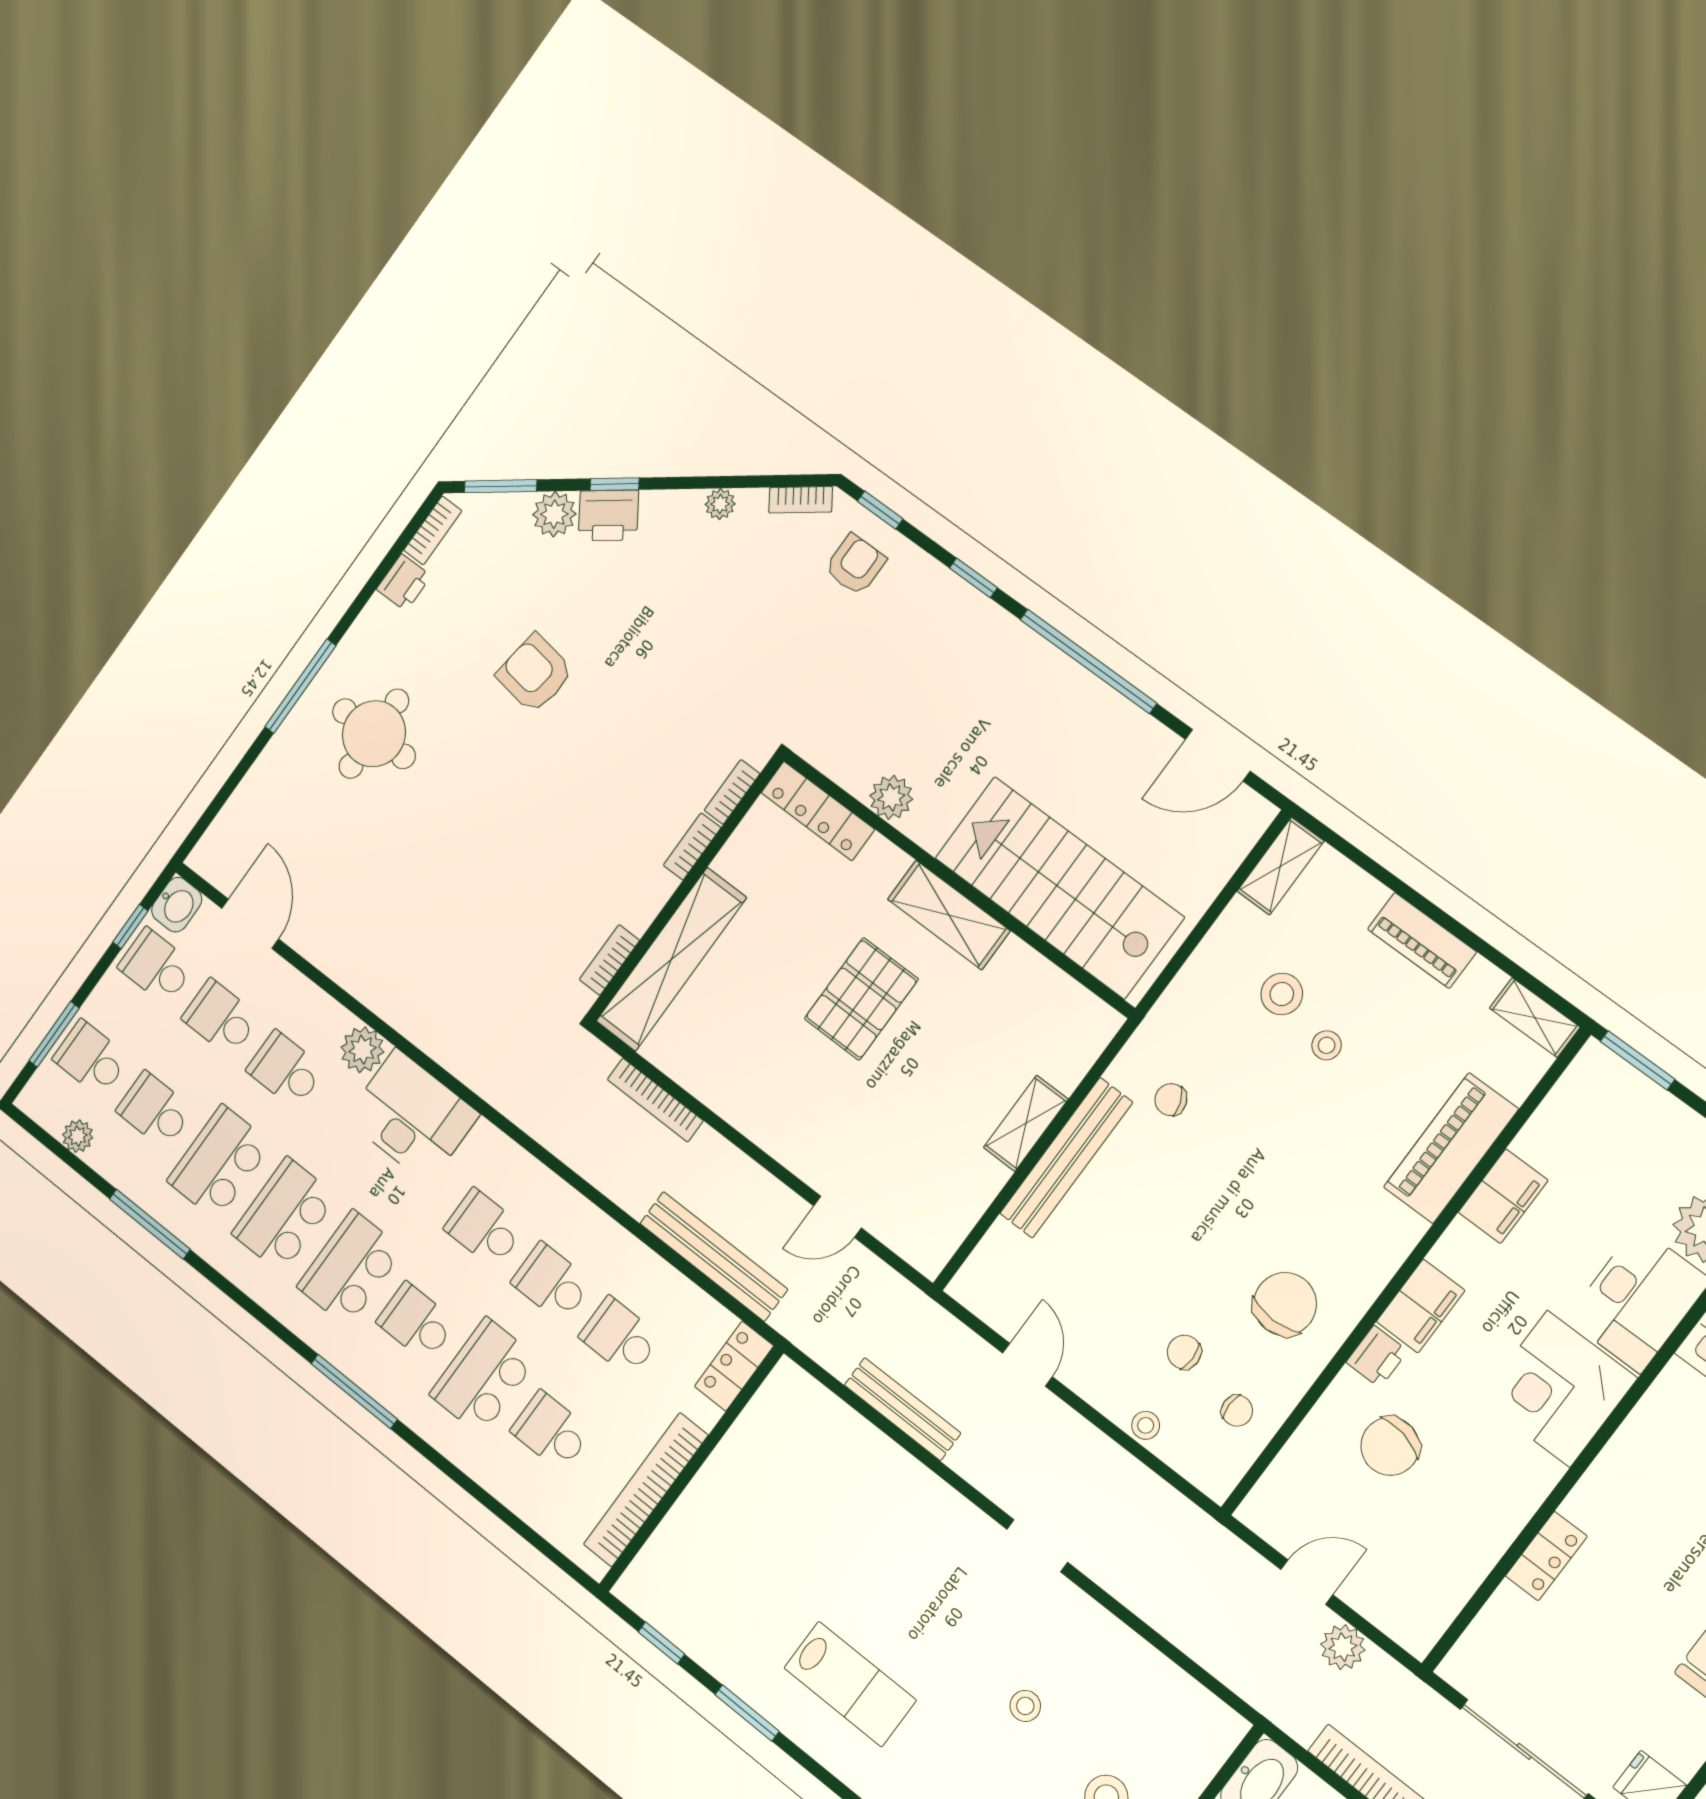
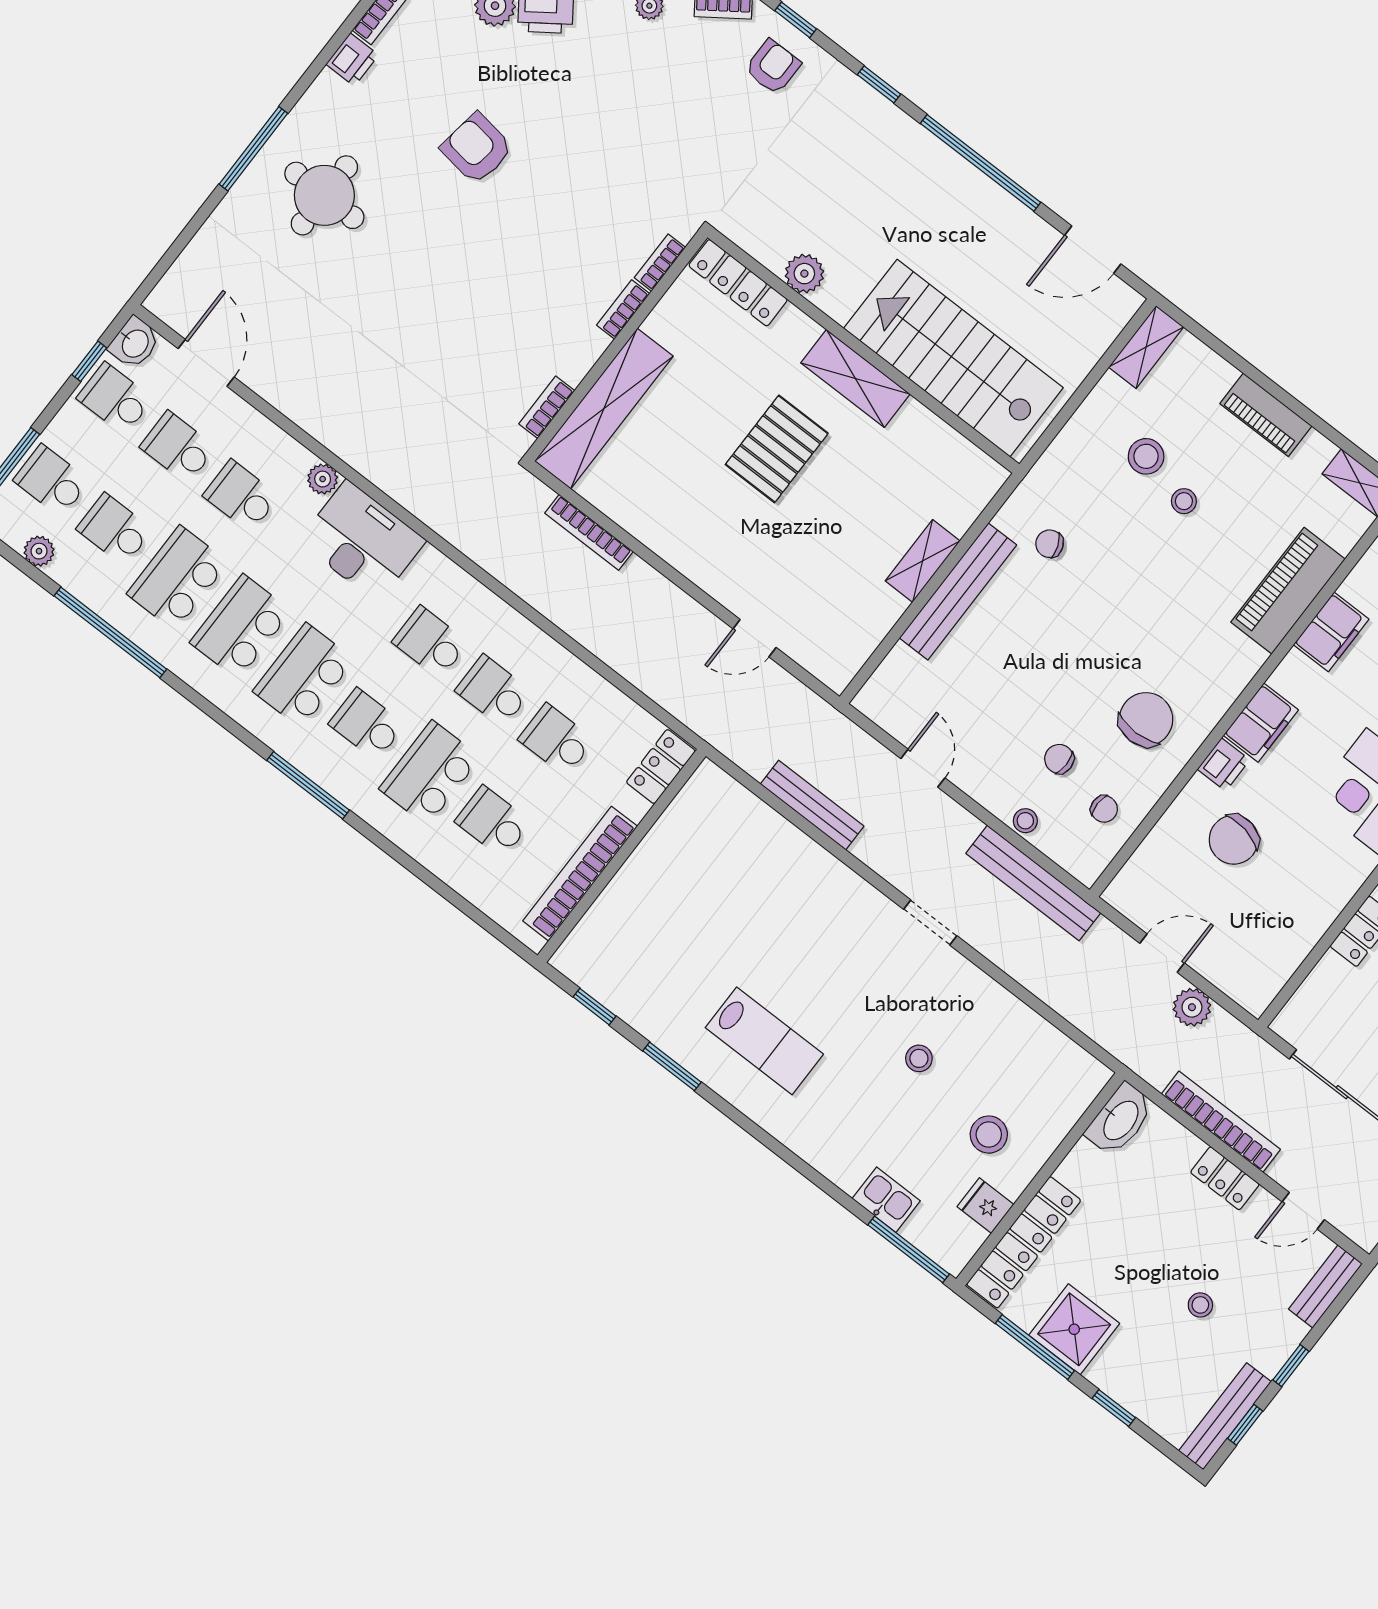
plant: (362, 1050) -> (323, 479), width x0.73, depth x0.73
window: (150, 1224) -> (110, 632), width x1.46
bench: (714, 1256) -> (1033, 883), moved

